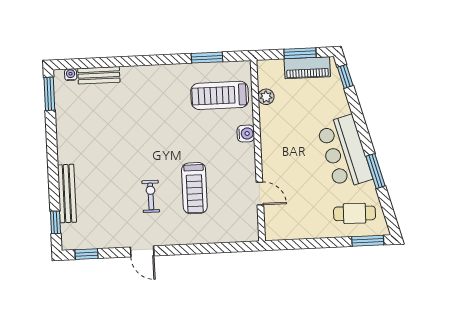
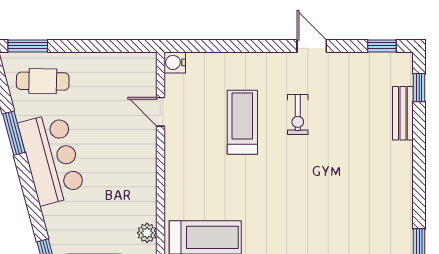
water cooler: (246, 134) -> (175, 62), moved
bench: (67, 194) -> (403, 113), width x0.73

